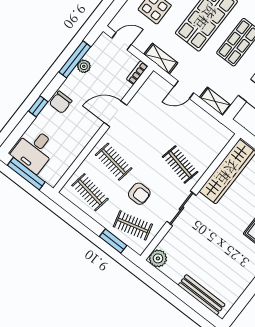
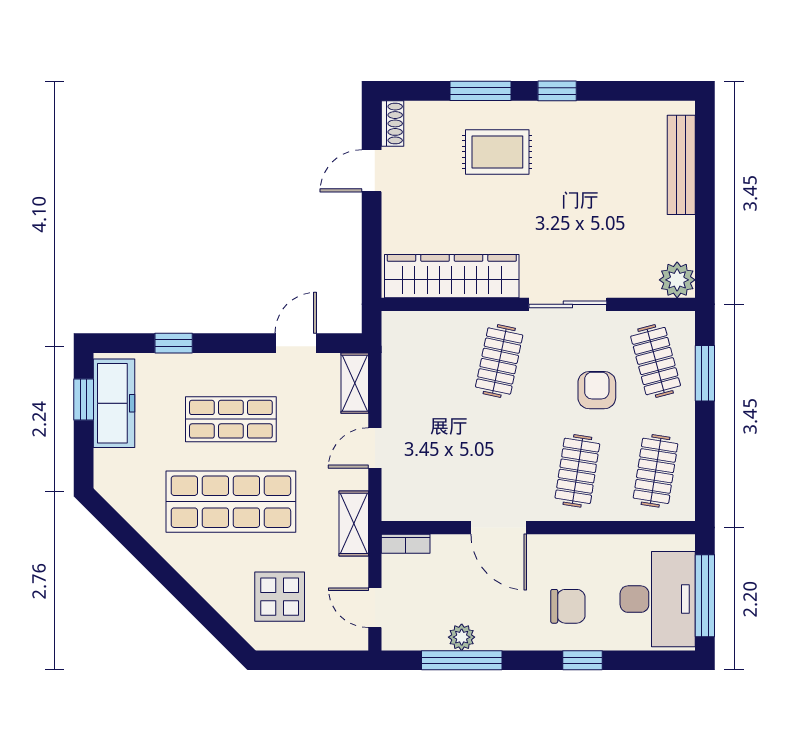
door: (184, 90) -> (375, 448), swing flipped
chair: (61, 102) -> (568, 606), moved
desk: (34, 150) -> (658, 599), width x1.37

